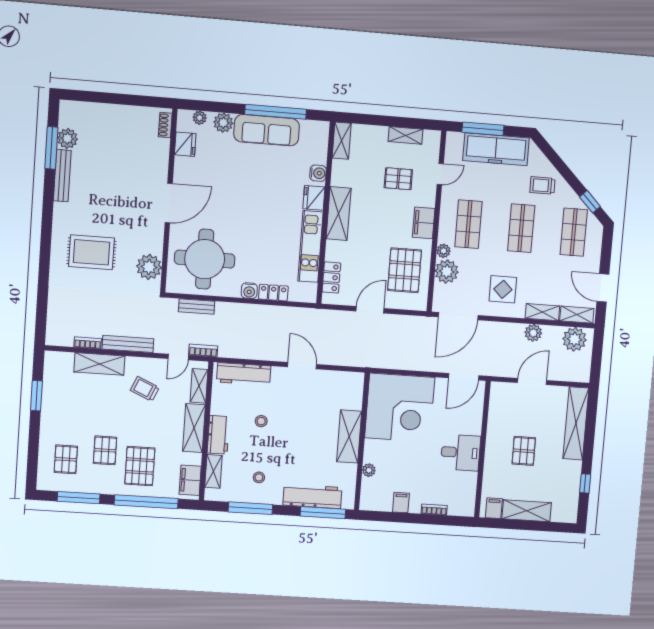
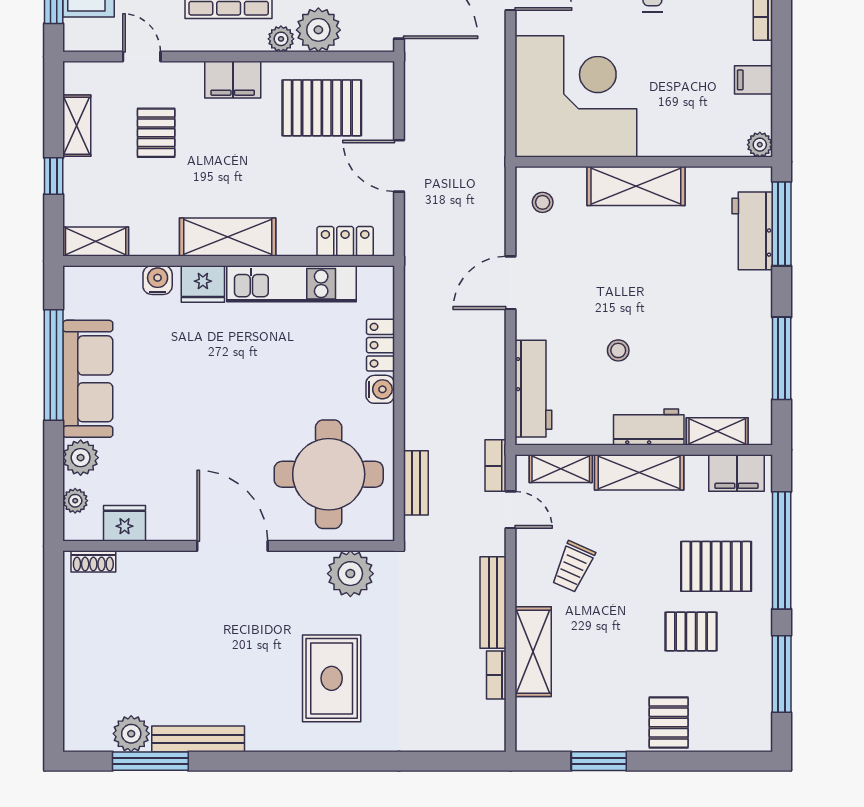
window: (379, 120) -> (54, 176), added
pallet: (66, 459) -> (669, 723), moved, turned 90
plant: (369, 470) -> (760, 145), moved
stool: (259, 477) -> (543, 202), moved
workbench: (312, 496) -> (752, 231), width x0.73

